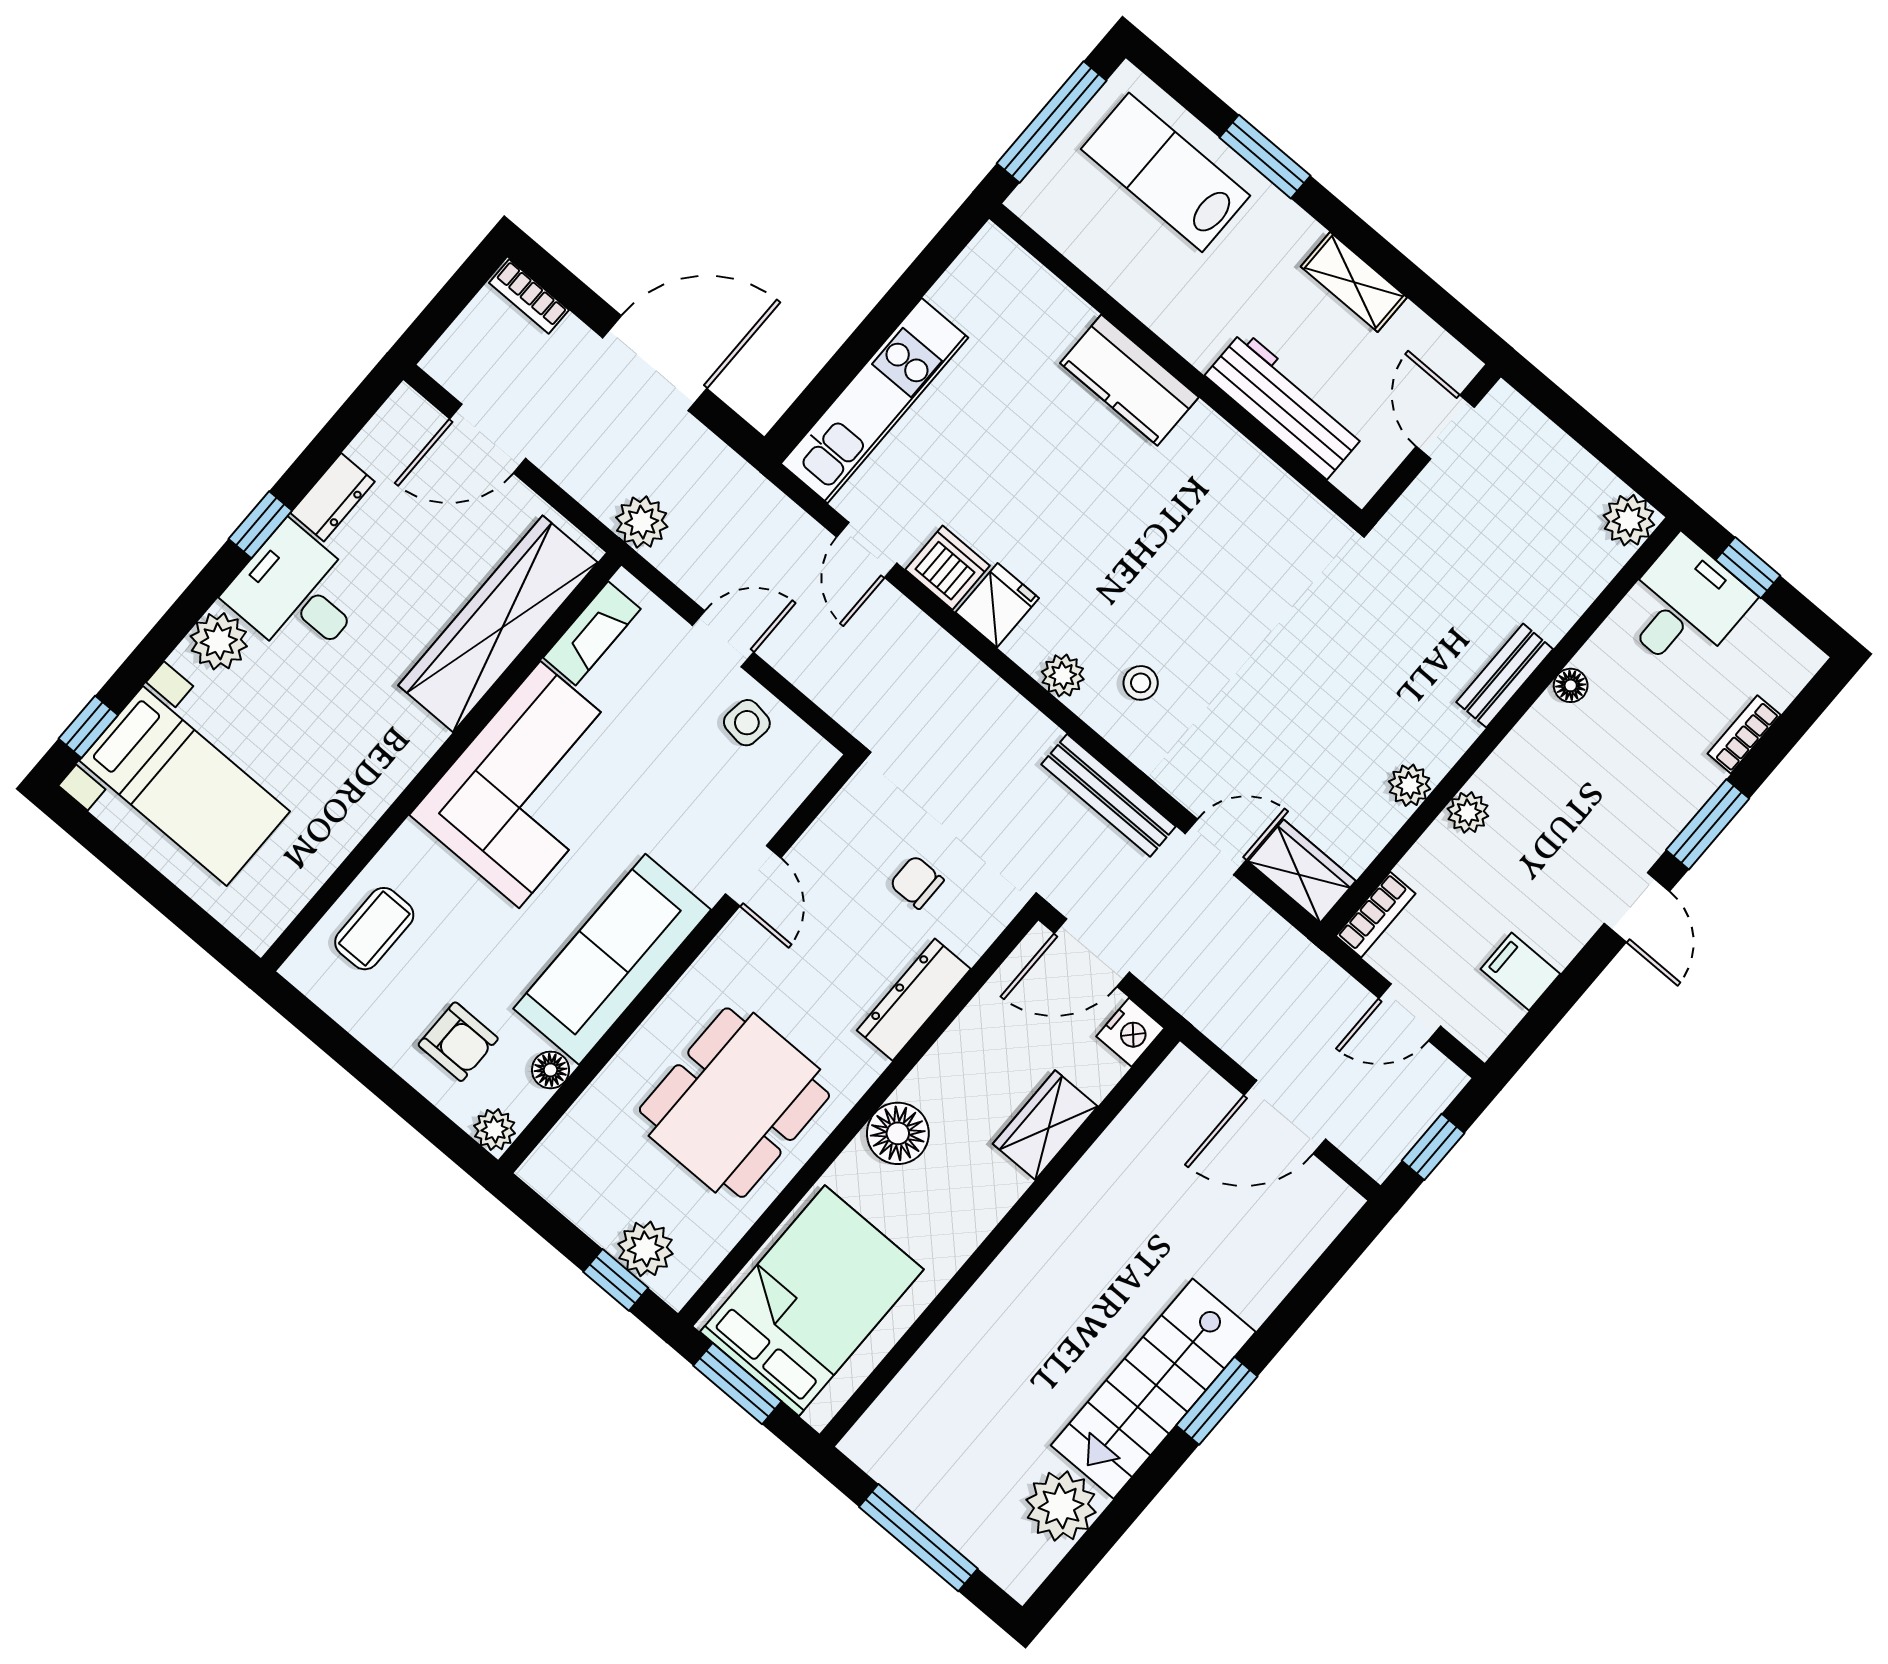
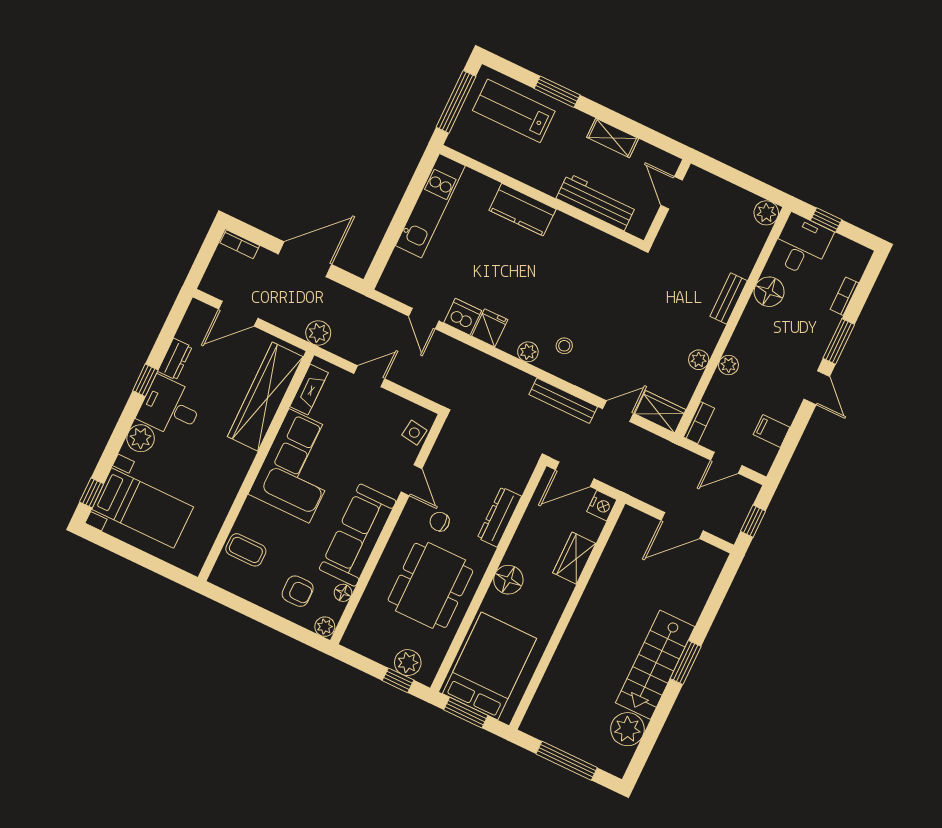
kitchen unit: (875, 401) -> (430, 206), moved
floor lamp: (1571, 685) -> (769, 292), width x1.89, depth x1.89
side table: (747, 723) -> (414, 433), moved
chair: (917, 882) -> (440, 522), moved
coffee table: (374, 929) -> (246, 550), turned 90

